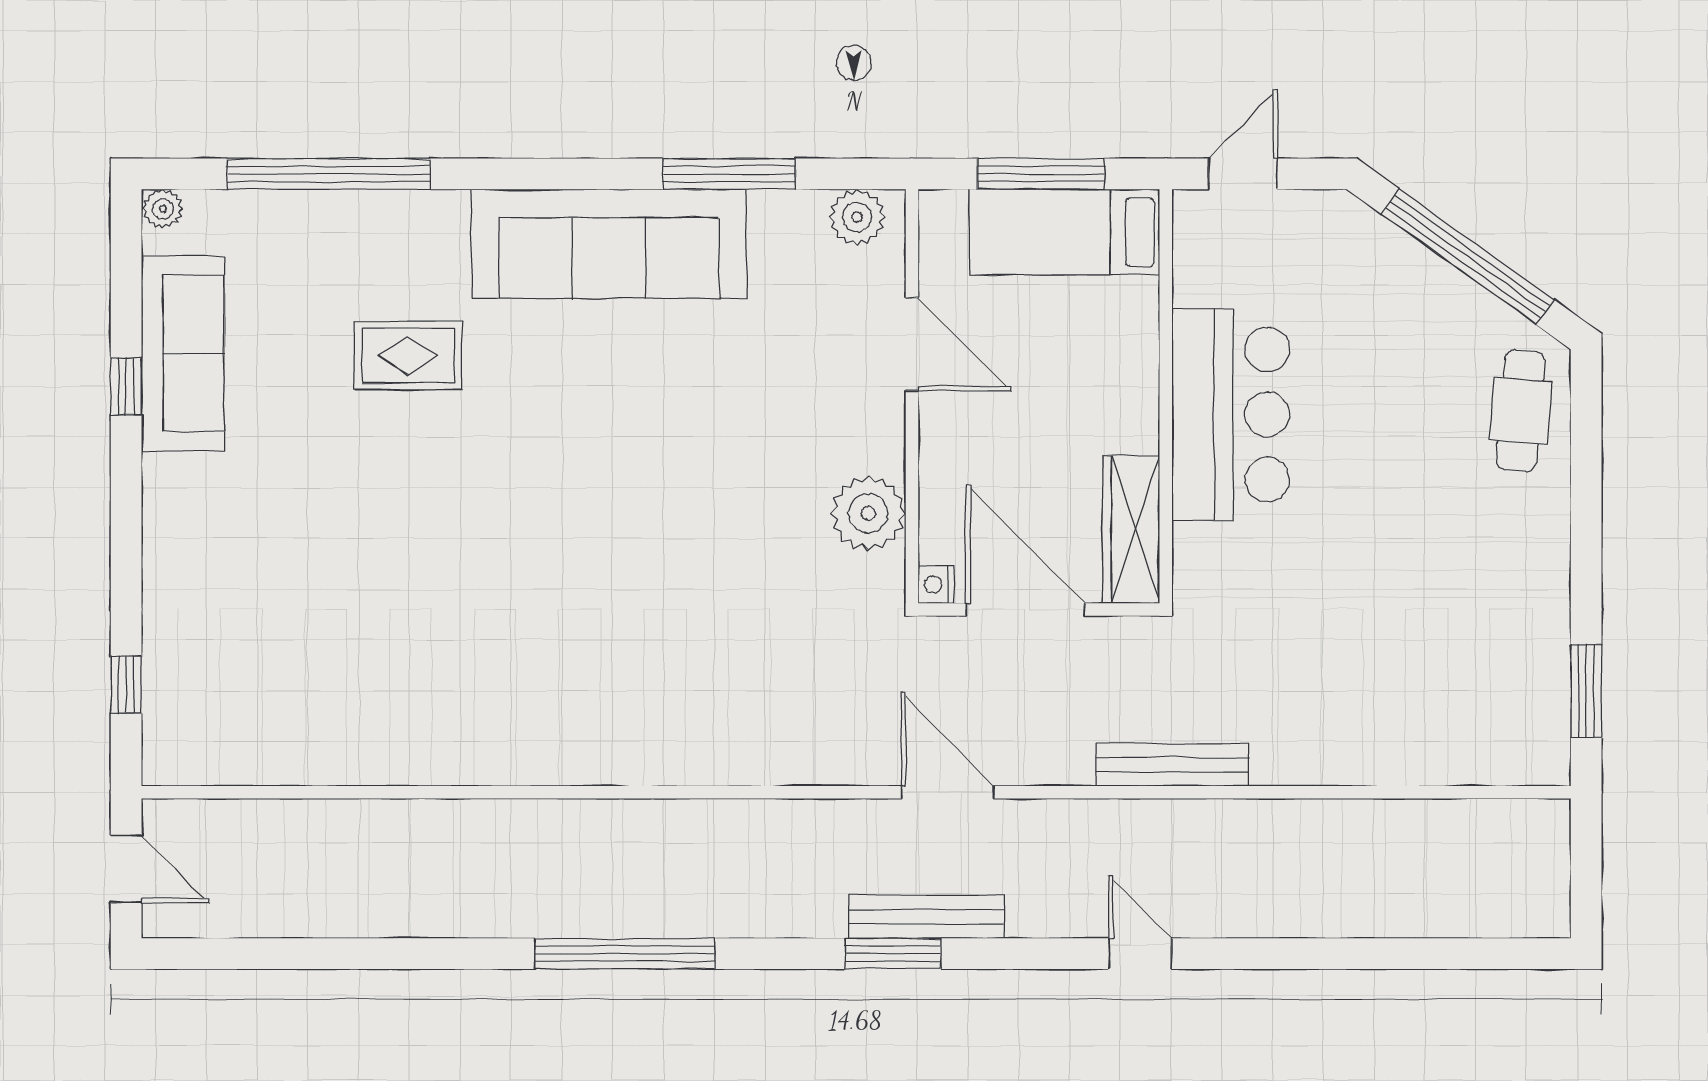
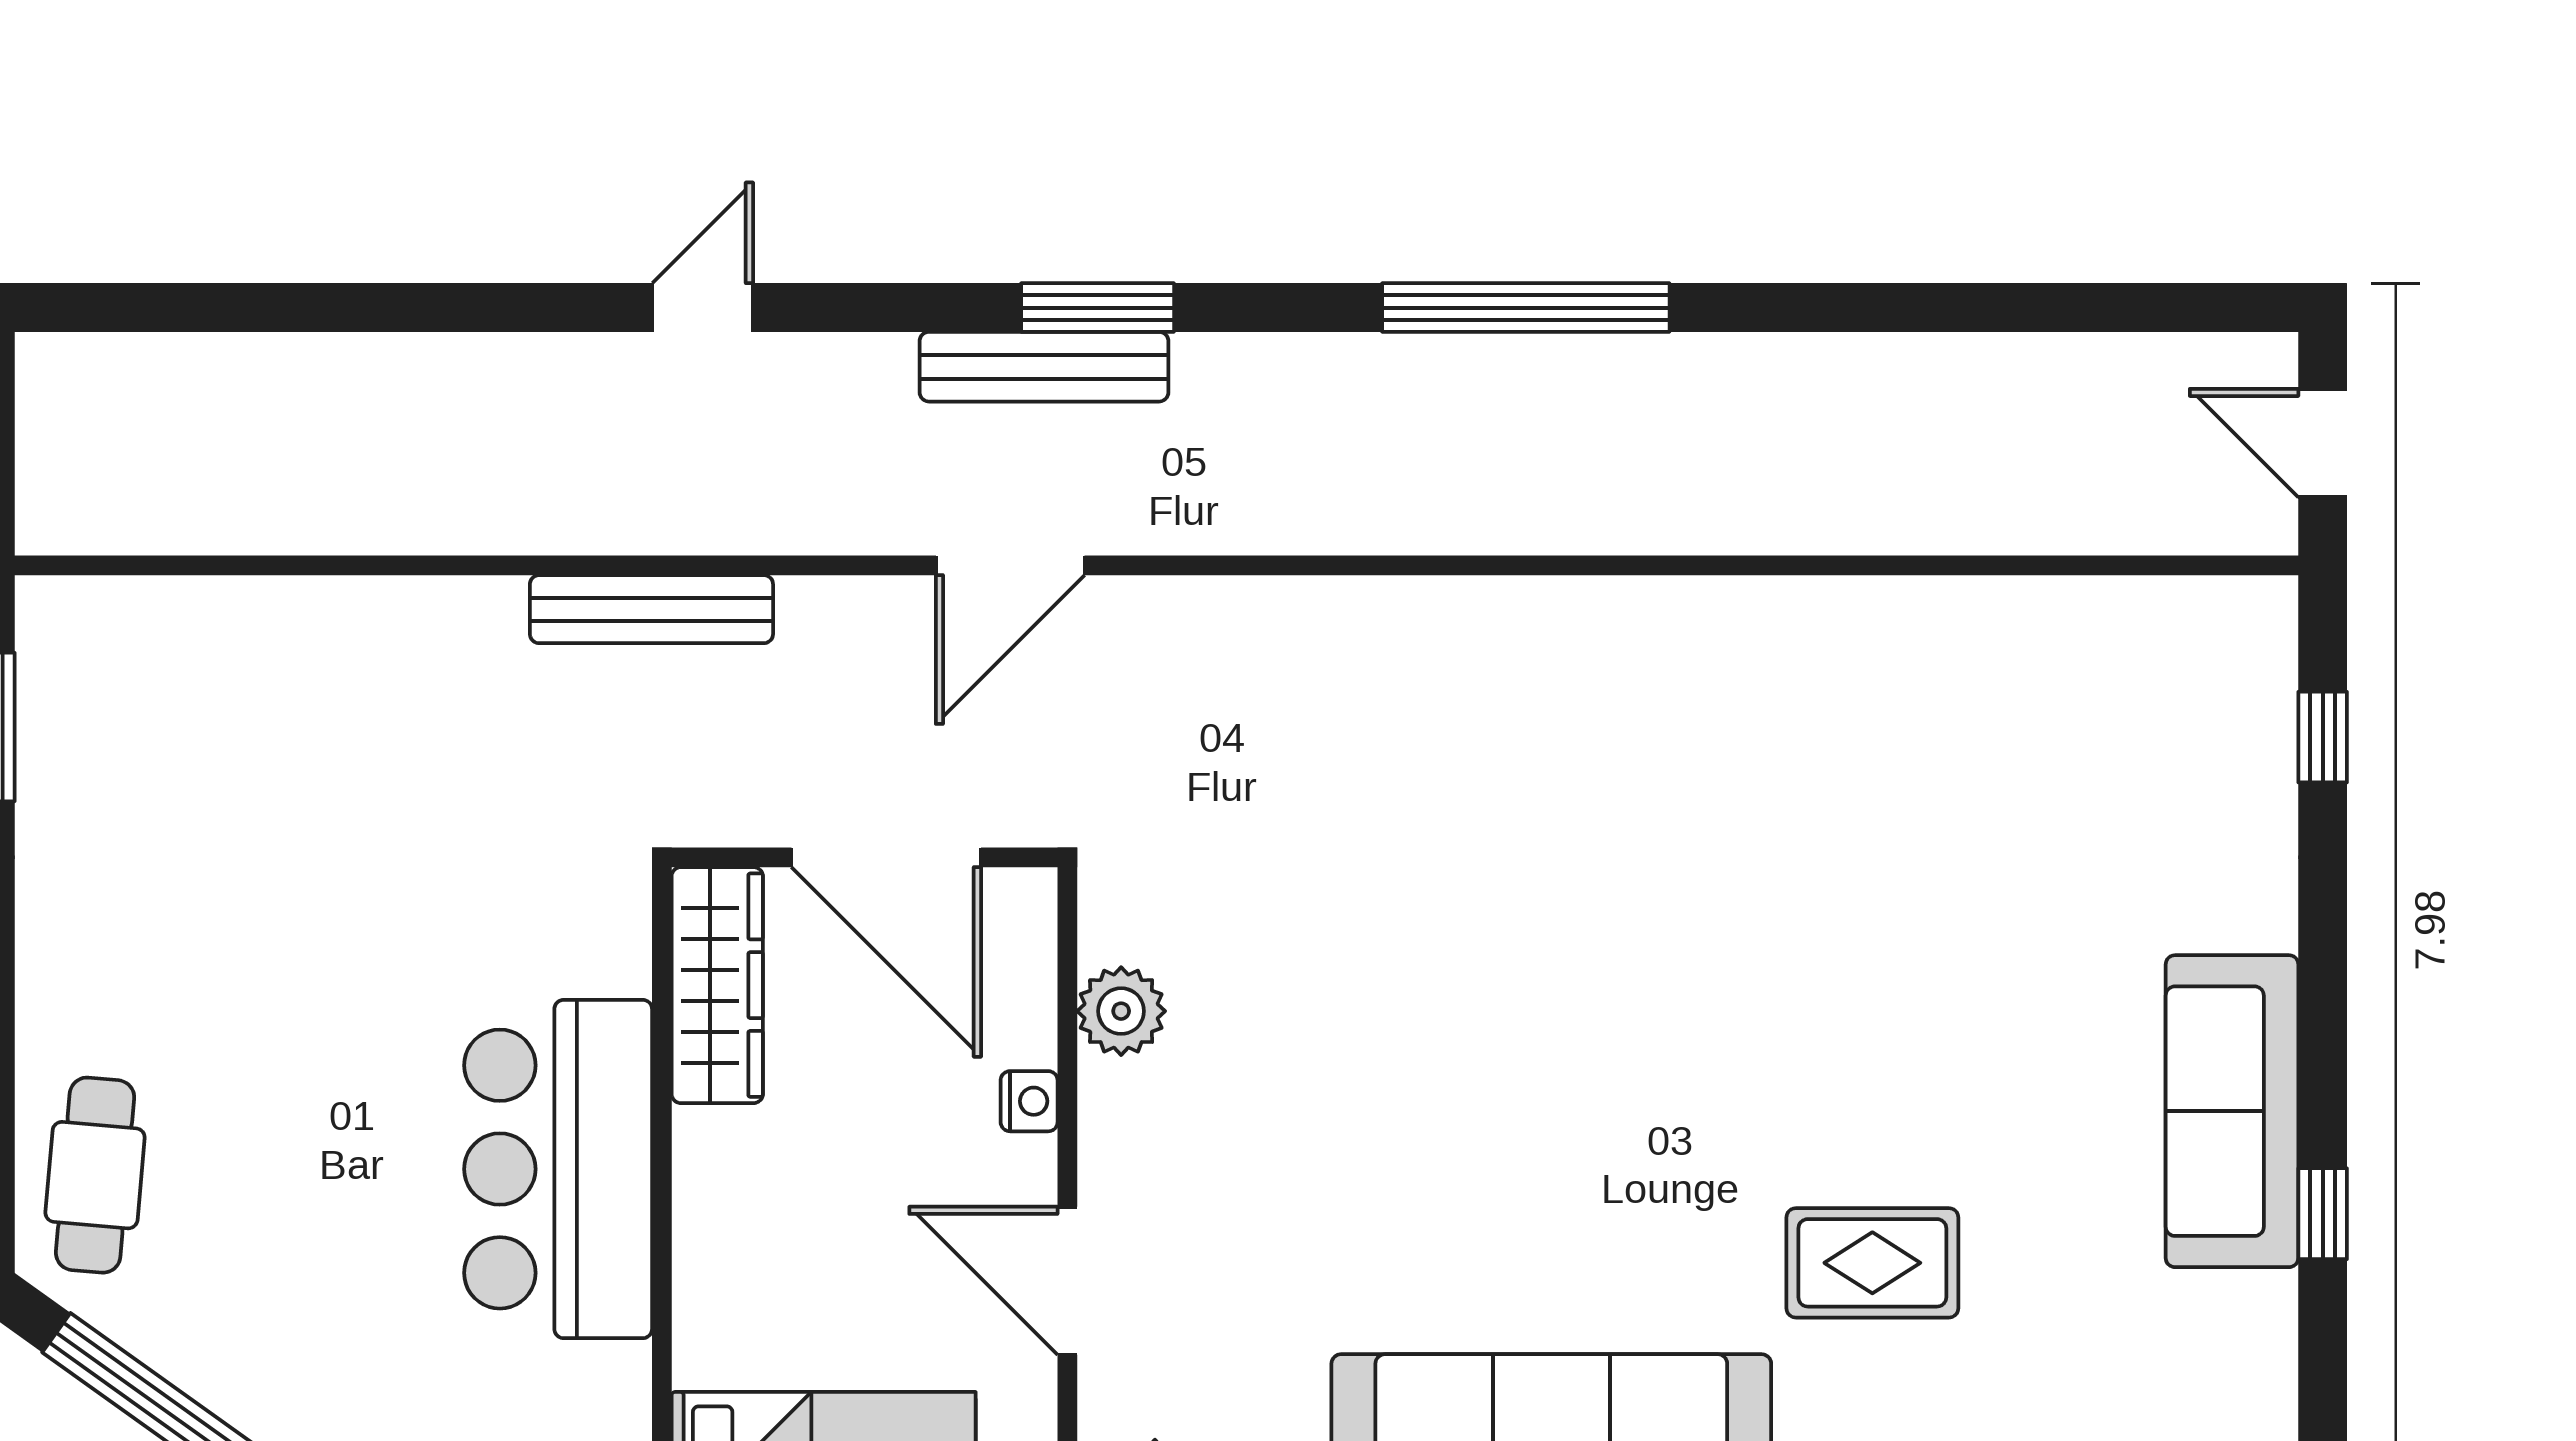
sofa: (183, 353) -> (2232, 1111), moved
plant: (868, 513) -> (1121, 1011), width x0.73, depth x0.73
nightstand: (936, 585) -> (1029, 1101), moved
door: (948, 792) -> (1010, 565), hinge flipped
door: (1140, 954) -> (703, 308), swing flipped

